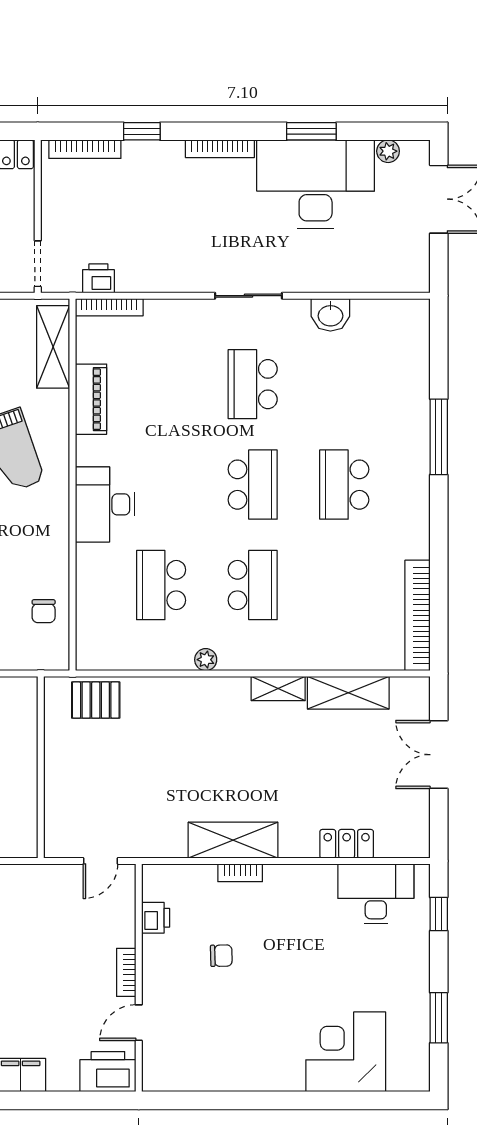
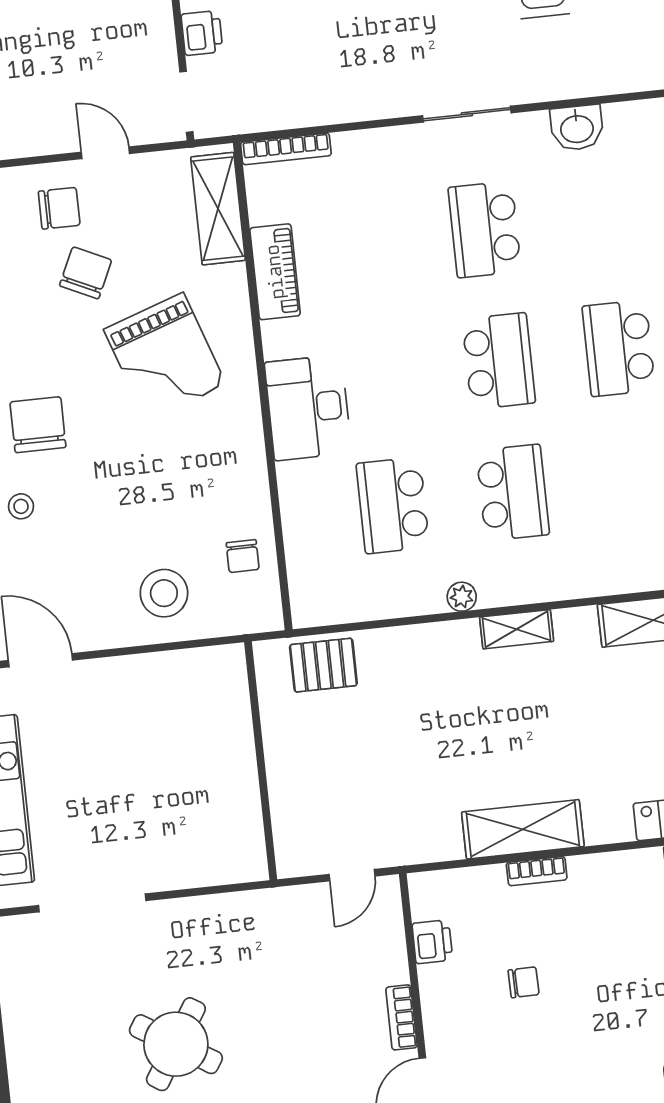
printer: (98, 278) -> (202, 33), moved, turned 90
shelving: (278, 689) -> (517, 629), moved

